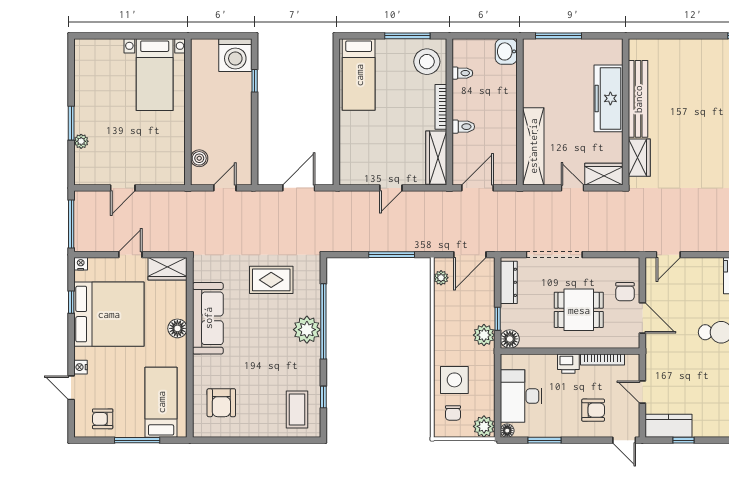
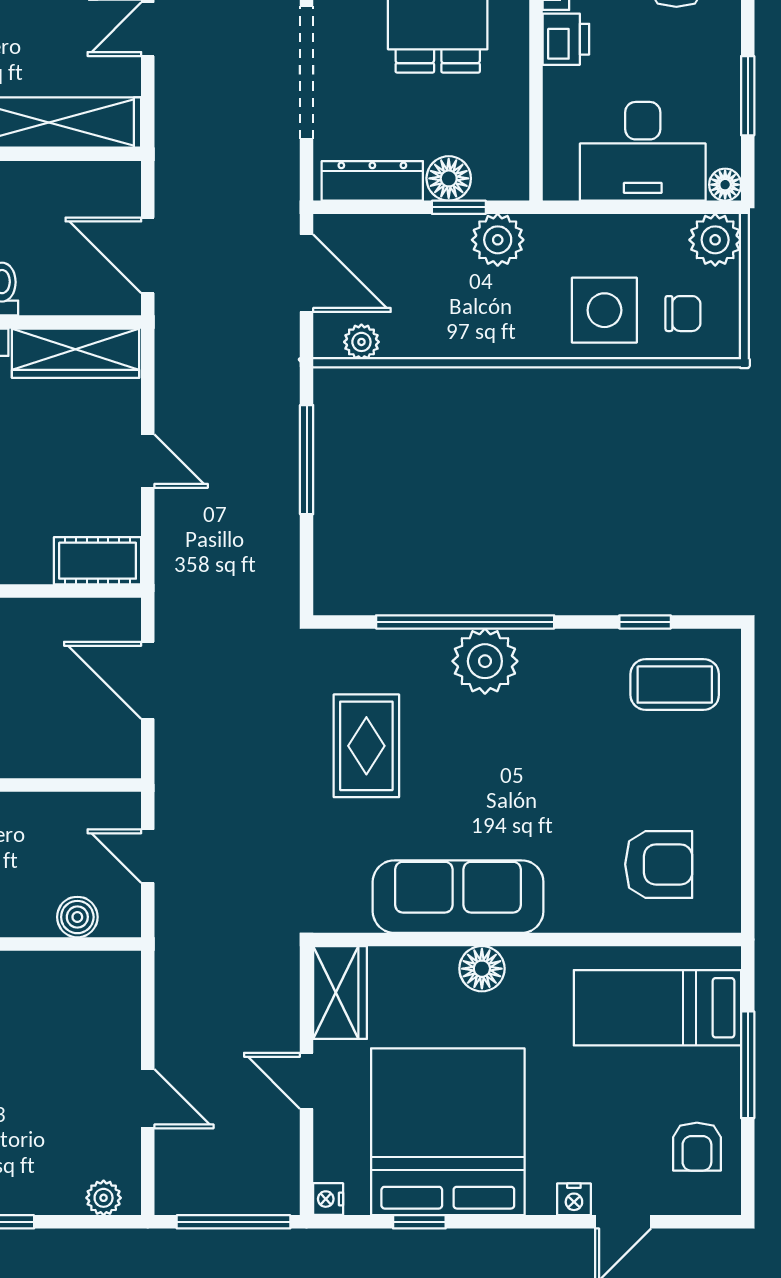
plant: (81, 141) -> (104, 1198), moved
cot: (349, 167) -> (98, 561), added
floor lamp: (510, 339) -> (449, 178), moved

